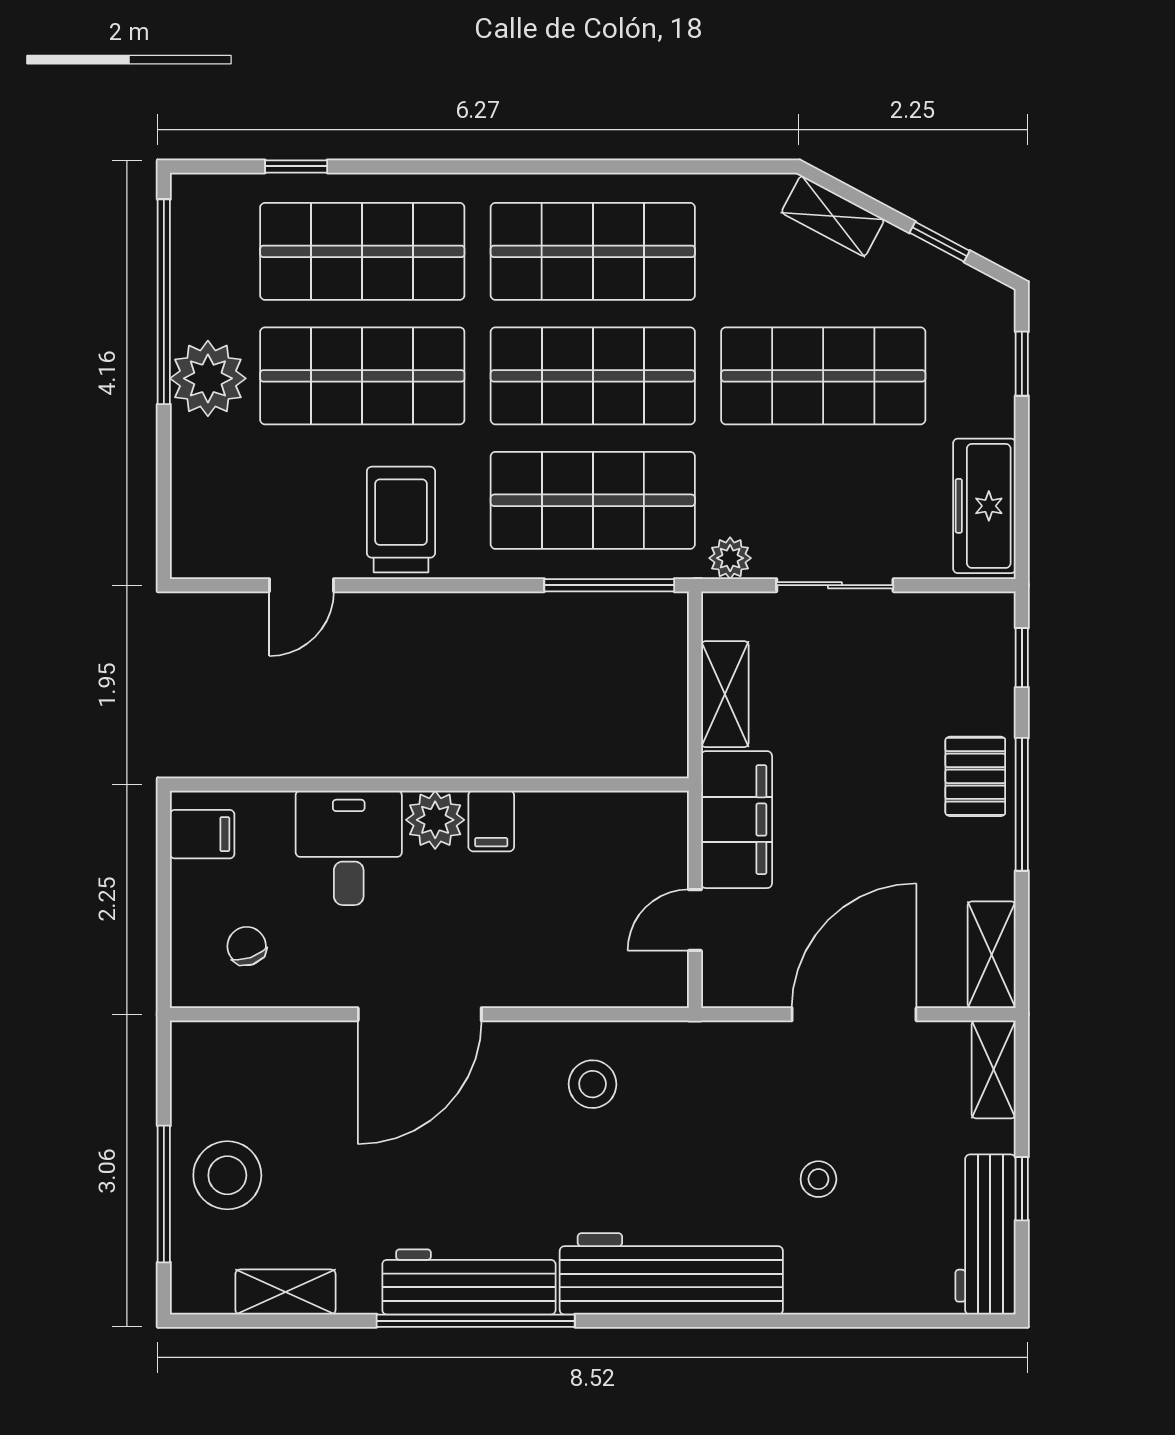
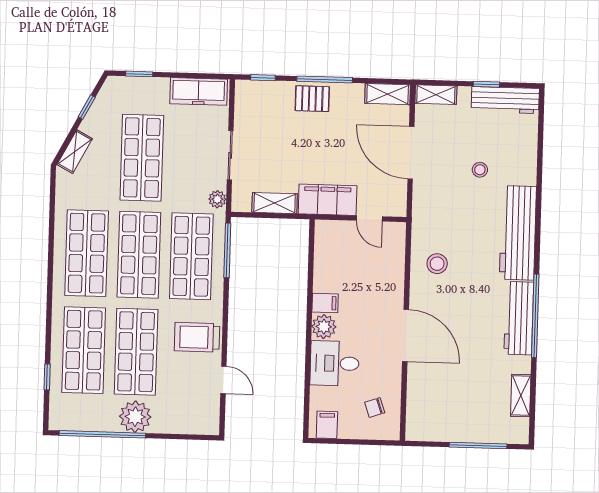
stool: (227, 1175) -> (471, 419), removed

